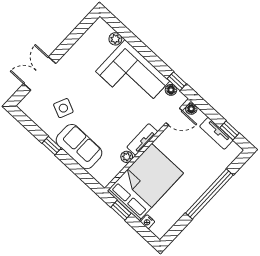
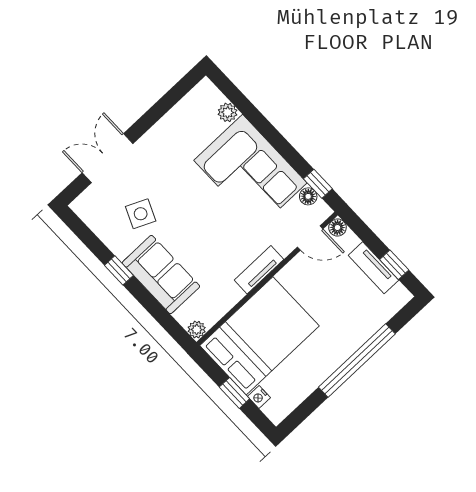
plant: (127, 157) -> (197, 330), moved
window: (121, 210) -> (234, 393), moved

